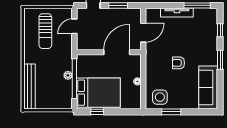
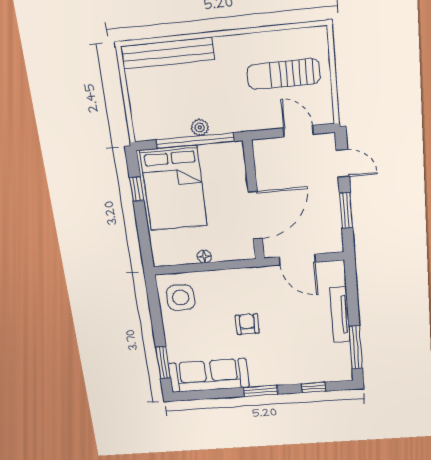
door: (117, 52) -> (255, 215), hinge flipped
window: (171, 112) -> (163, 363), moved

